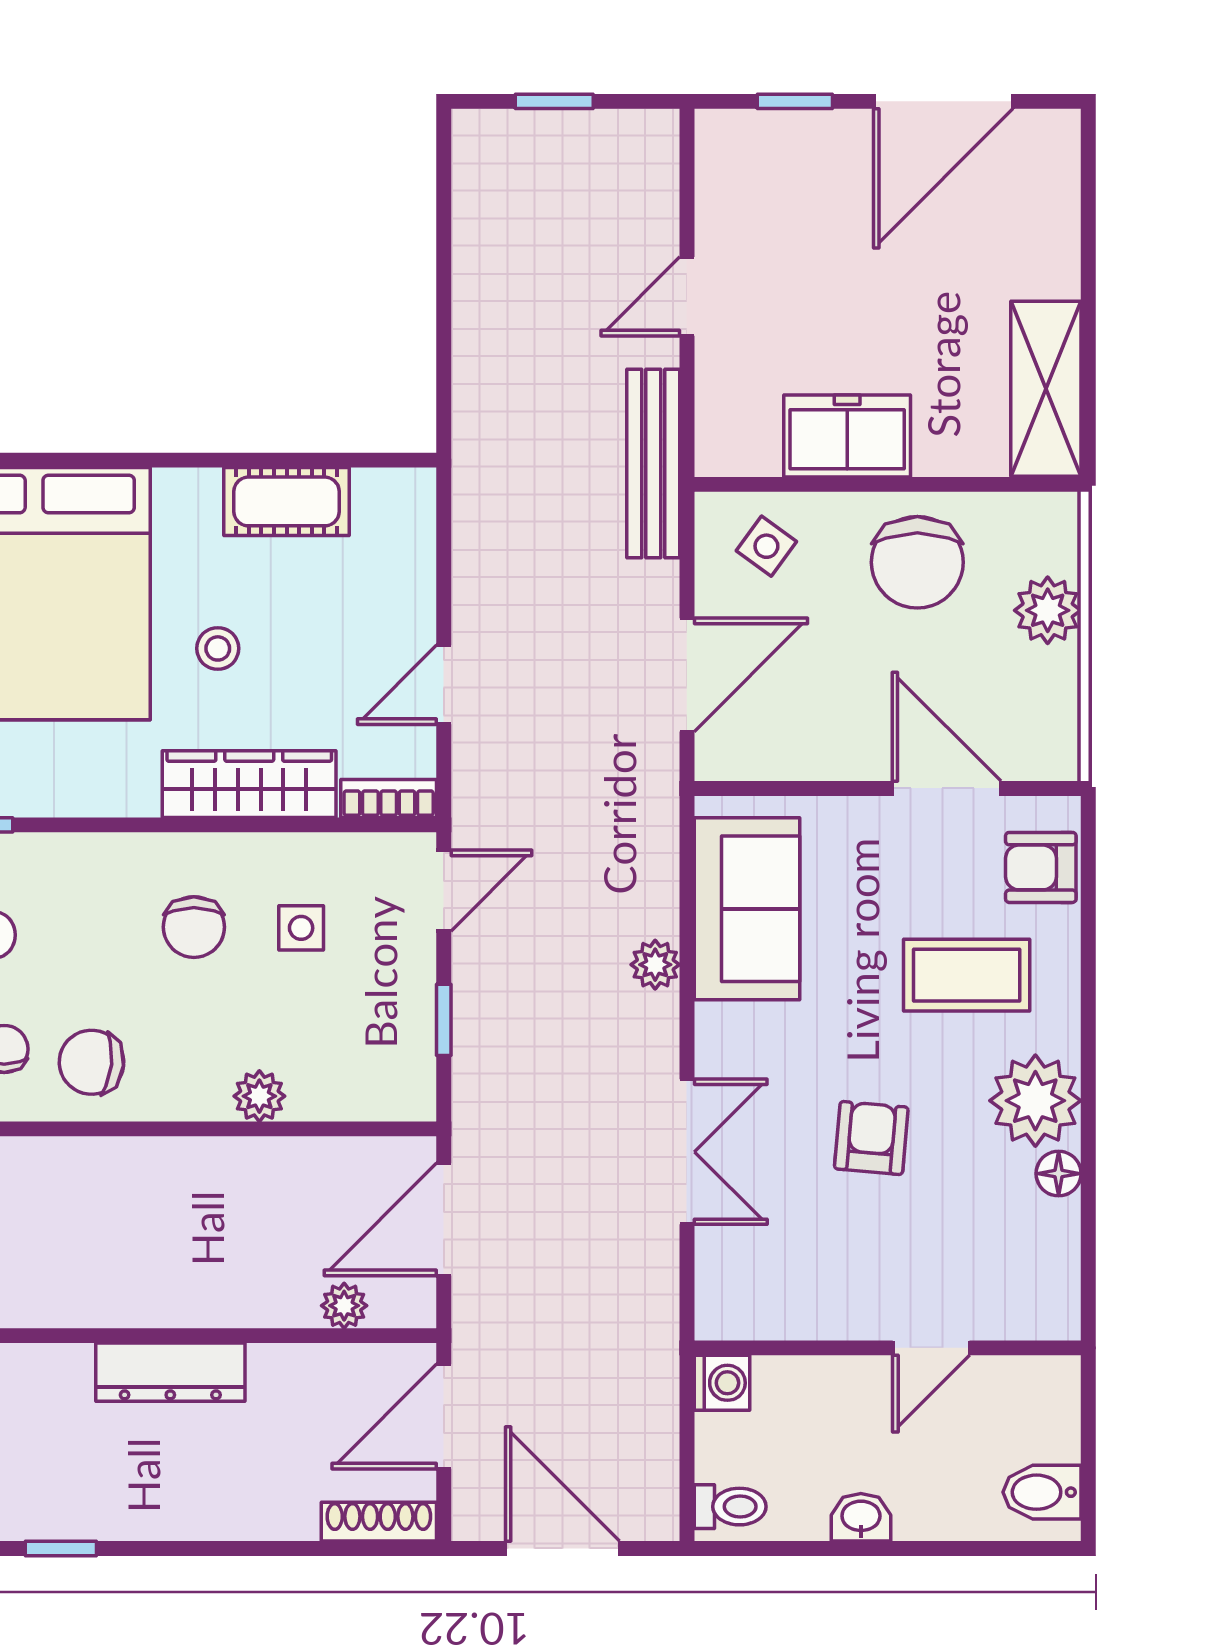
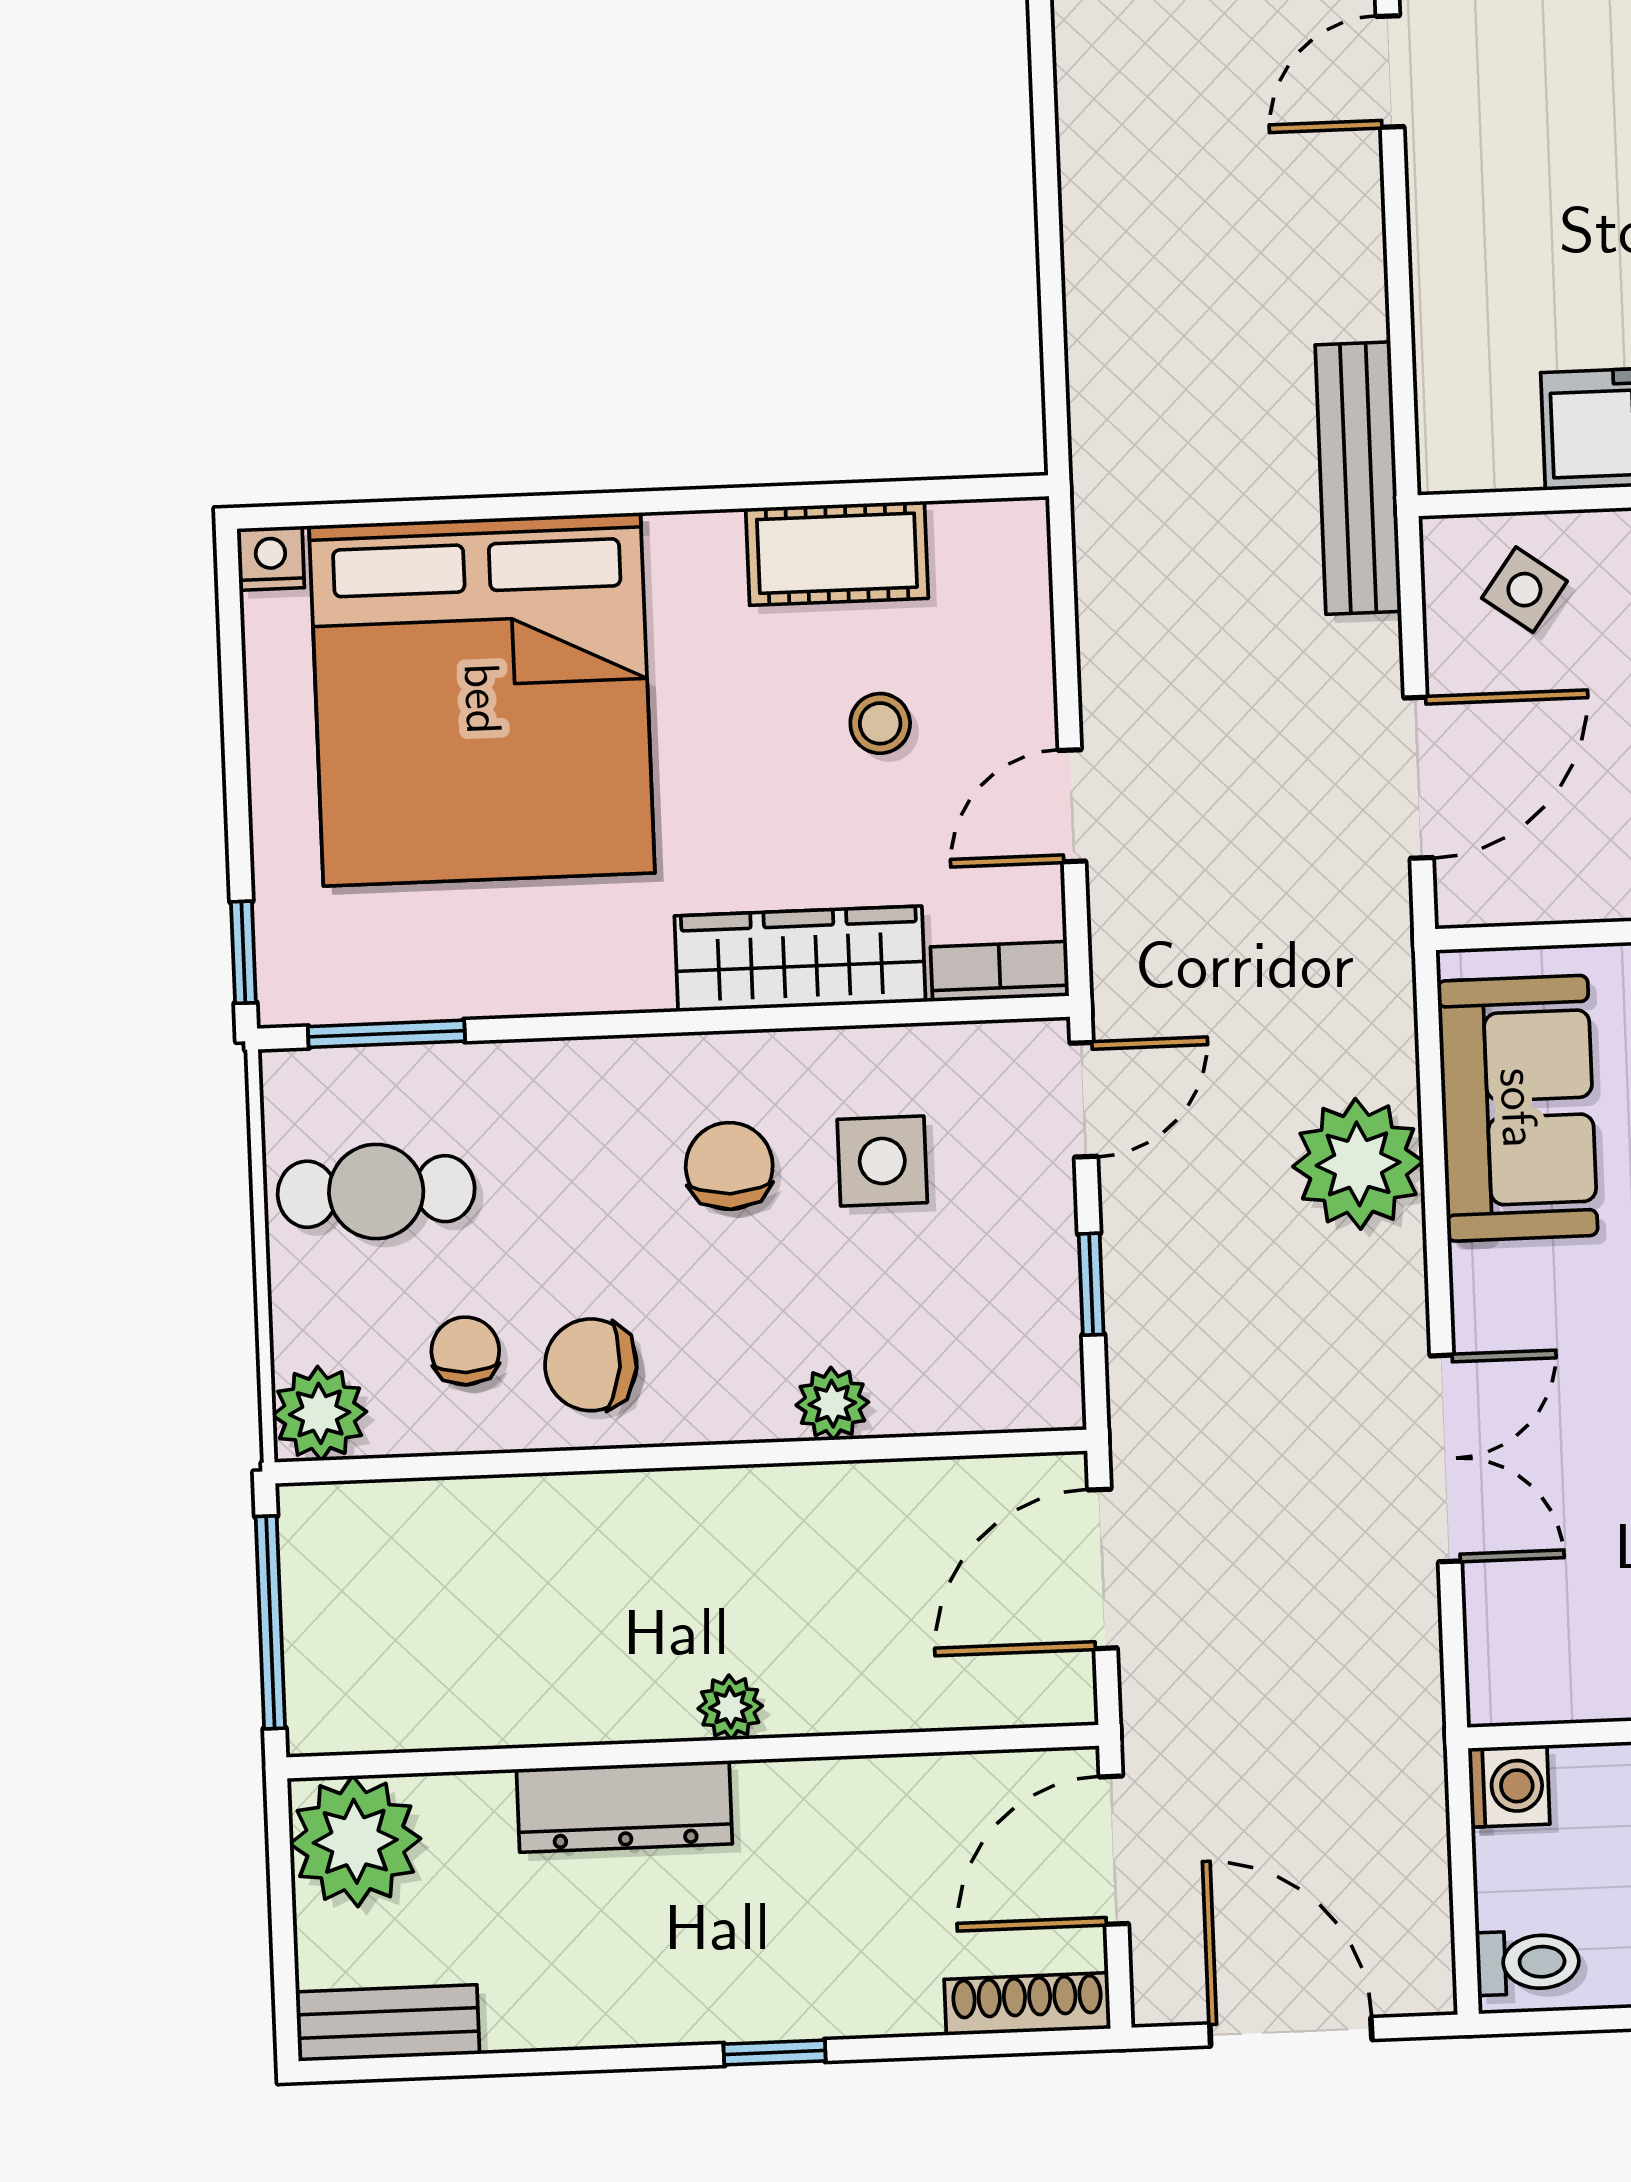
door: (687, 296) -> (1390, 71), moved
stool: (218, 648) -> (880, 723), moved
chair: (194, 927) -> (729, 1166), turned 180
side table: (301, 928) -> (882, 1161), width x1.37, depth x1.37
plant: (655, 965) -> (1358, 1164), width x1.87, depth x1.87
plant: (344, 1306) -> (730, 1707), moved
dresser: (170, 1372) -> (624, 1806), moved
window: (61, 1548) -> (775, 2052), moved

